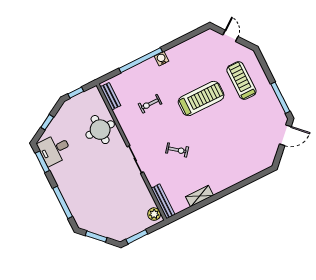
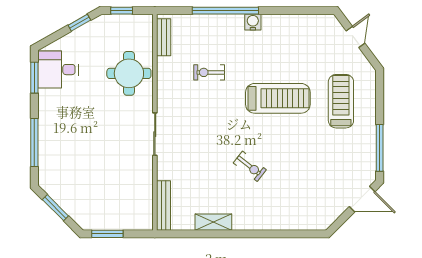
window: (47, 122) -> (79, 23), moved
exercise bike: (177, 150) -> (250, 166), moved
plant: (154, 214) -> (144, 216), removed

